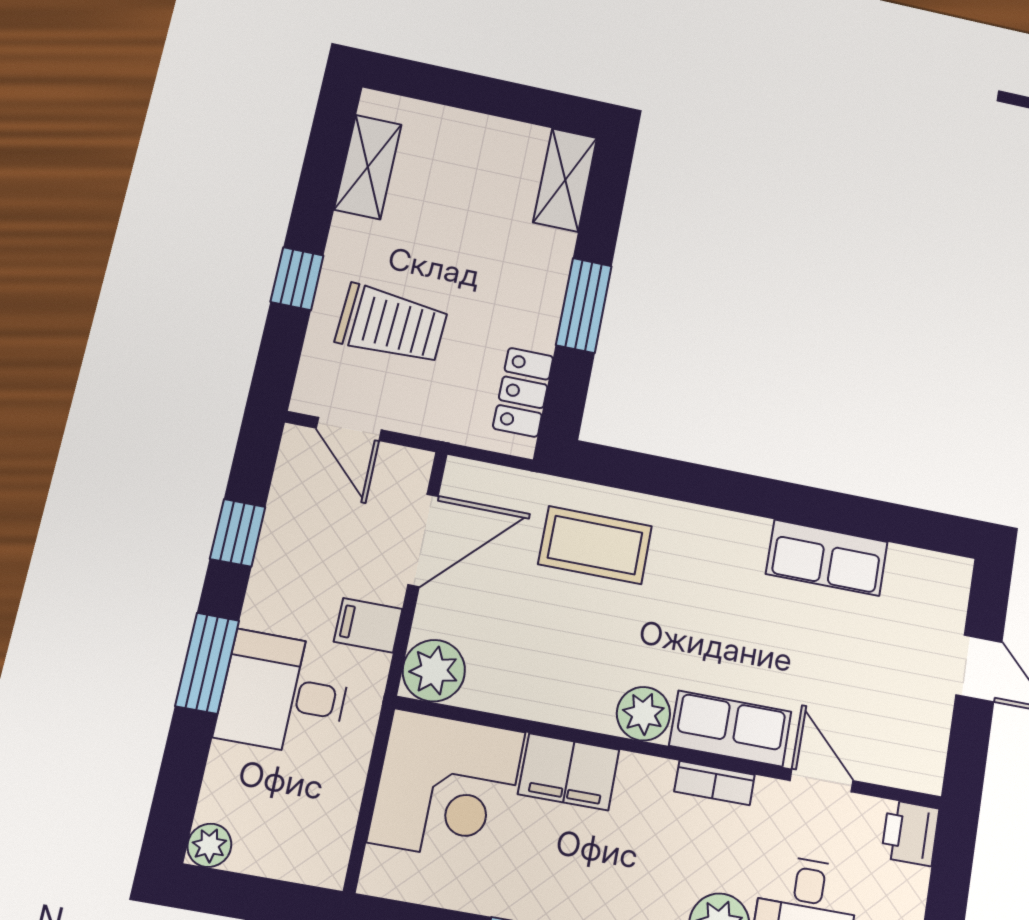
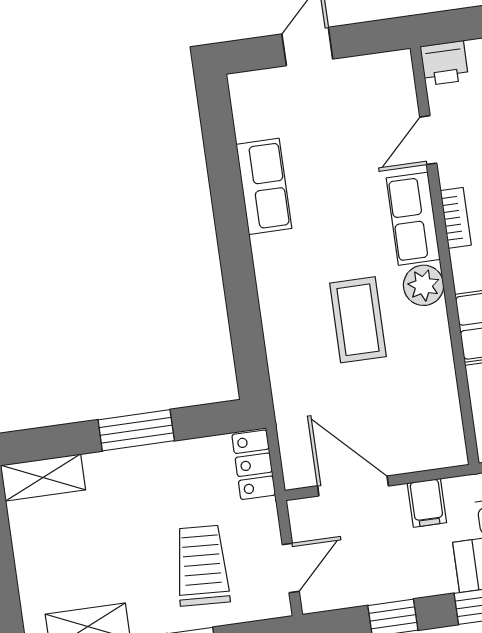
locker: (523, 392) -> (254, 465), moved, turned 90
coffee table: (595, 545) -> (358, 320), moved
plant: (434, 671) -> (443, 445), removed

